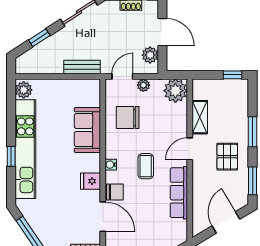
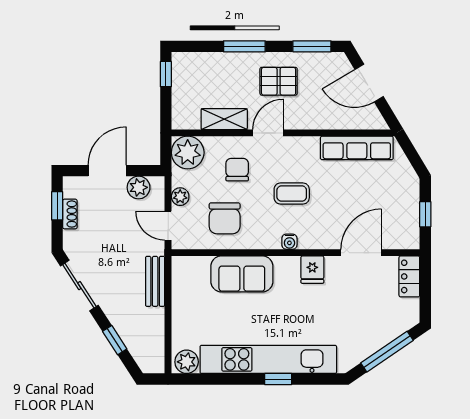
door: (190, 149) -> (268, 133), swing flipped
chair: (115, 192) -> (237, 170), moved
row of seats: (179, 193) -> (357, 148), moved

